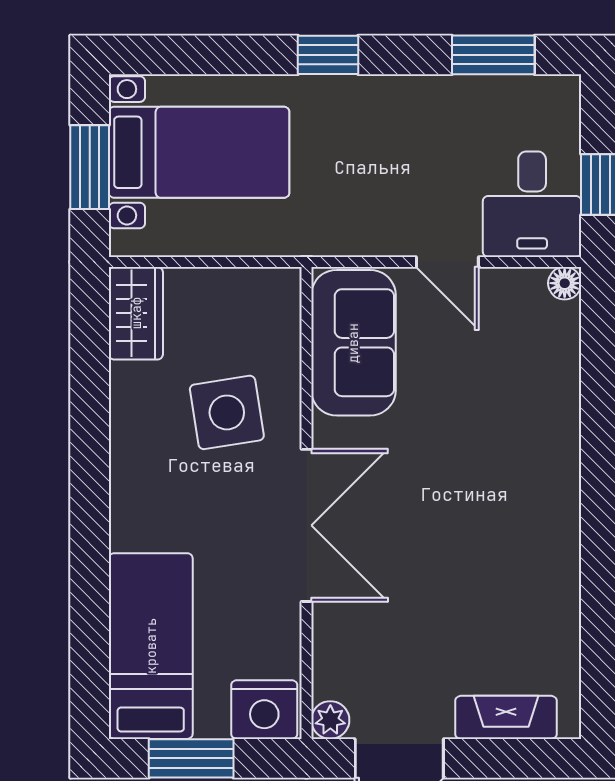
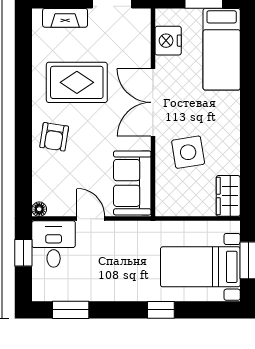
window: (328, 55) -> (161, 310), moved
armchair: (531, 447) -> (54, 137), added
rug: (479, 571) -> (77, 82), added
nightstand: (264, 710) -> (168, 41), moved, turned -90
plant: (330, 720) -> (142, 17), removed

